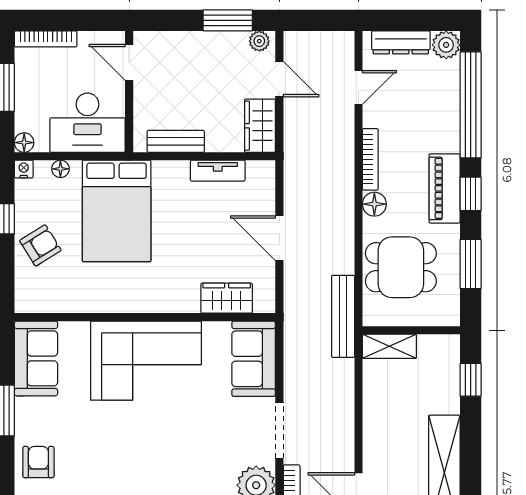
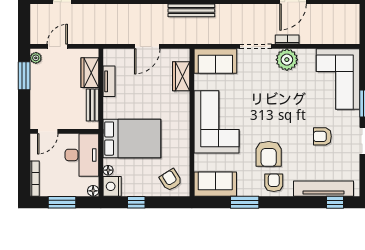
wardrobe: (260, 126) -> (90, 73), moved, turned 90
nightstand: (24, 169) -> (112, 186), width x1.89, depth x1.79
armchair: (40, 245) -> (171, 180), moved
armchair: (89, 453) -> (269, 154), added
armchair: (38, 462) -> (274, 183), turned 90

